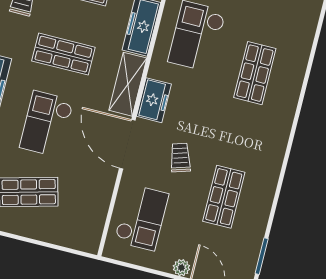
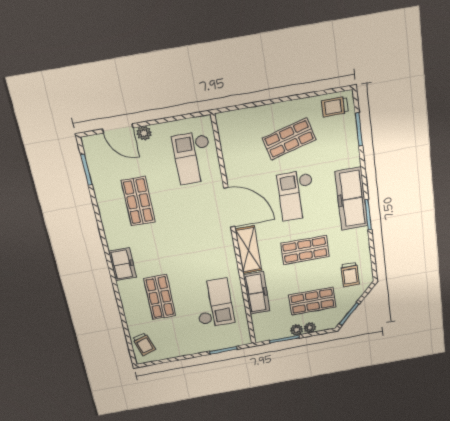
freezer: (154, 100) -> (122, 264), moved, turned 180
checkout: (47, 124) -> (297, 195), turned 180
trolley: (180, 158) -> (144, 344), moved

